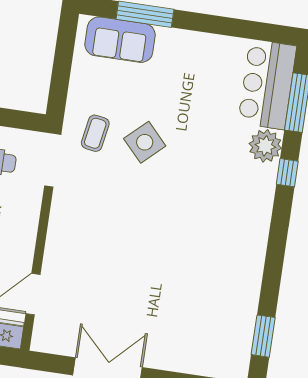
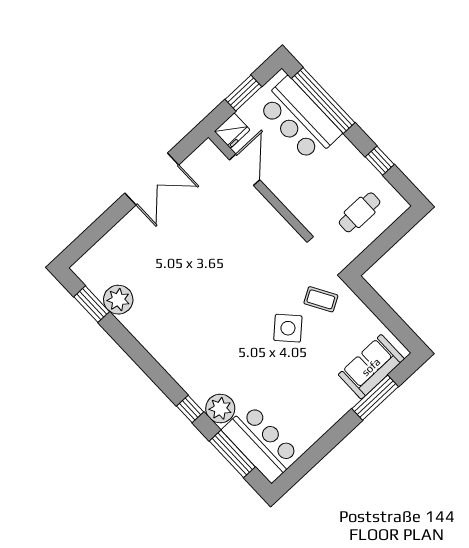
coffee table: (95, 133) -> (321, 299), turned -40
plant: (240, 315) -> (118, 300), added

